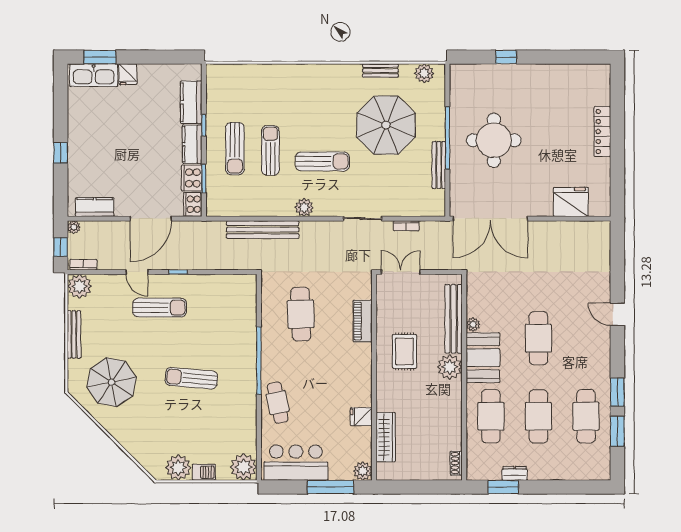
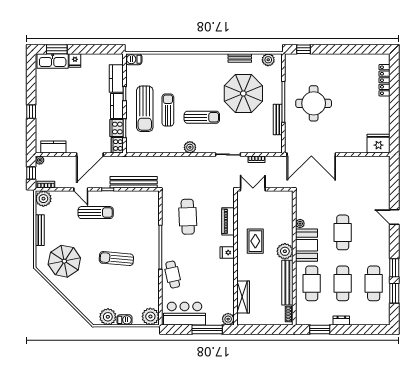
window: (506, 57) -> (303, 49), moved
barbecue: (218, 72) -> (134, 59), added
locker: (602, 131) -> (384, 80), moved
sun lounger: (235, 149) -> (145, 109), width x1.36, depth x1.34
fridge: (571, 202) -> (379, 144), moved
bench: (263, 230) -> (134, 182), moved
bench: (454, 319) -> (287, 283), moved
fridge: (361, 417) -> (227, 253), moved
dresser: (515, 473) -> (341, 321), moved

